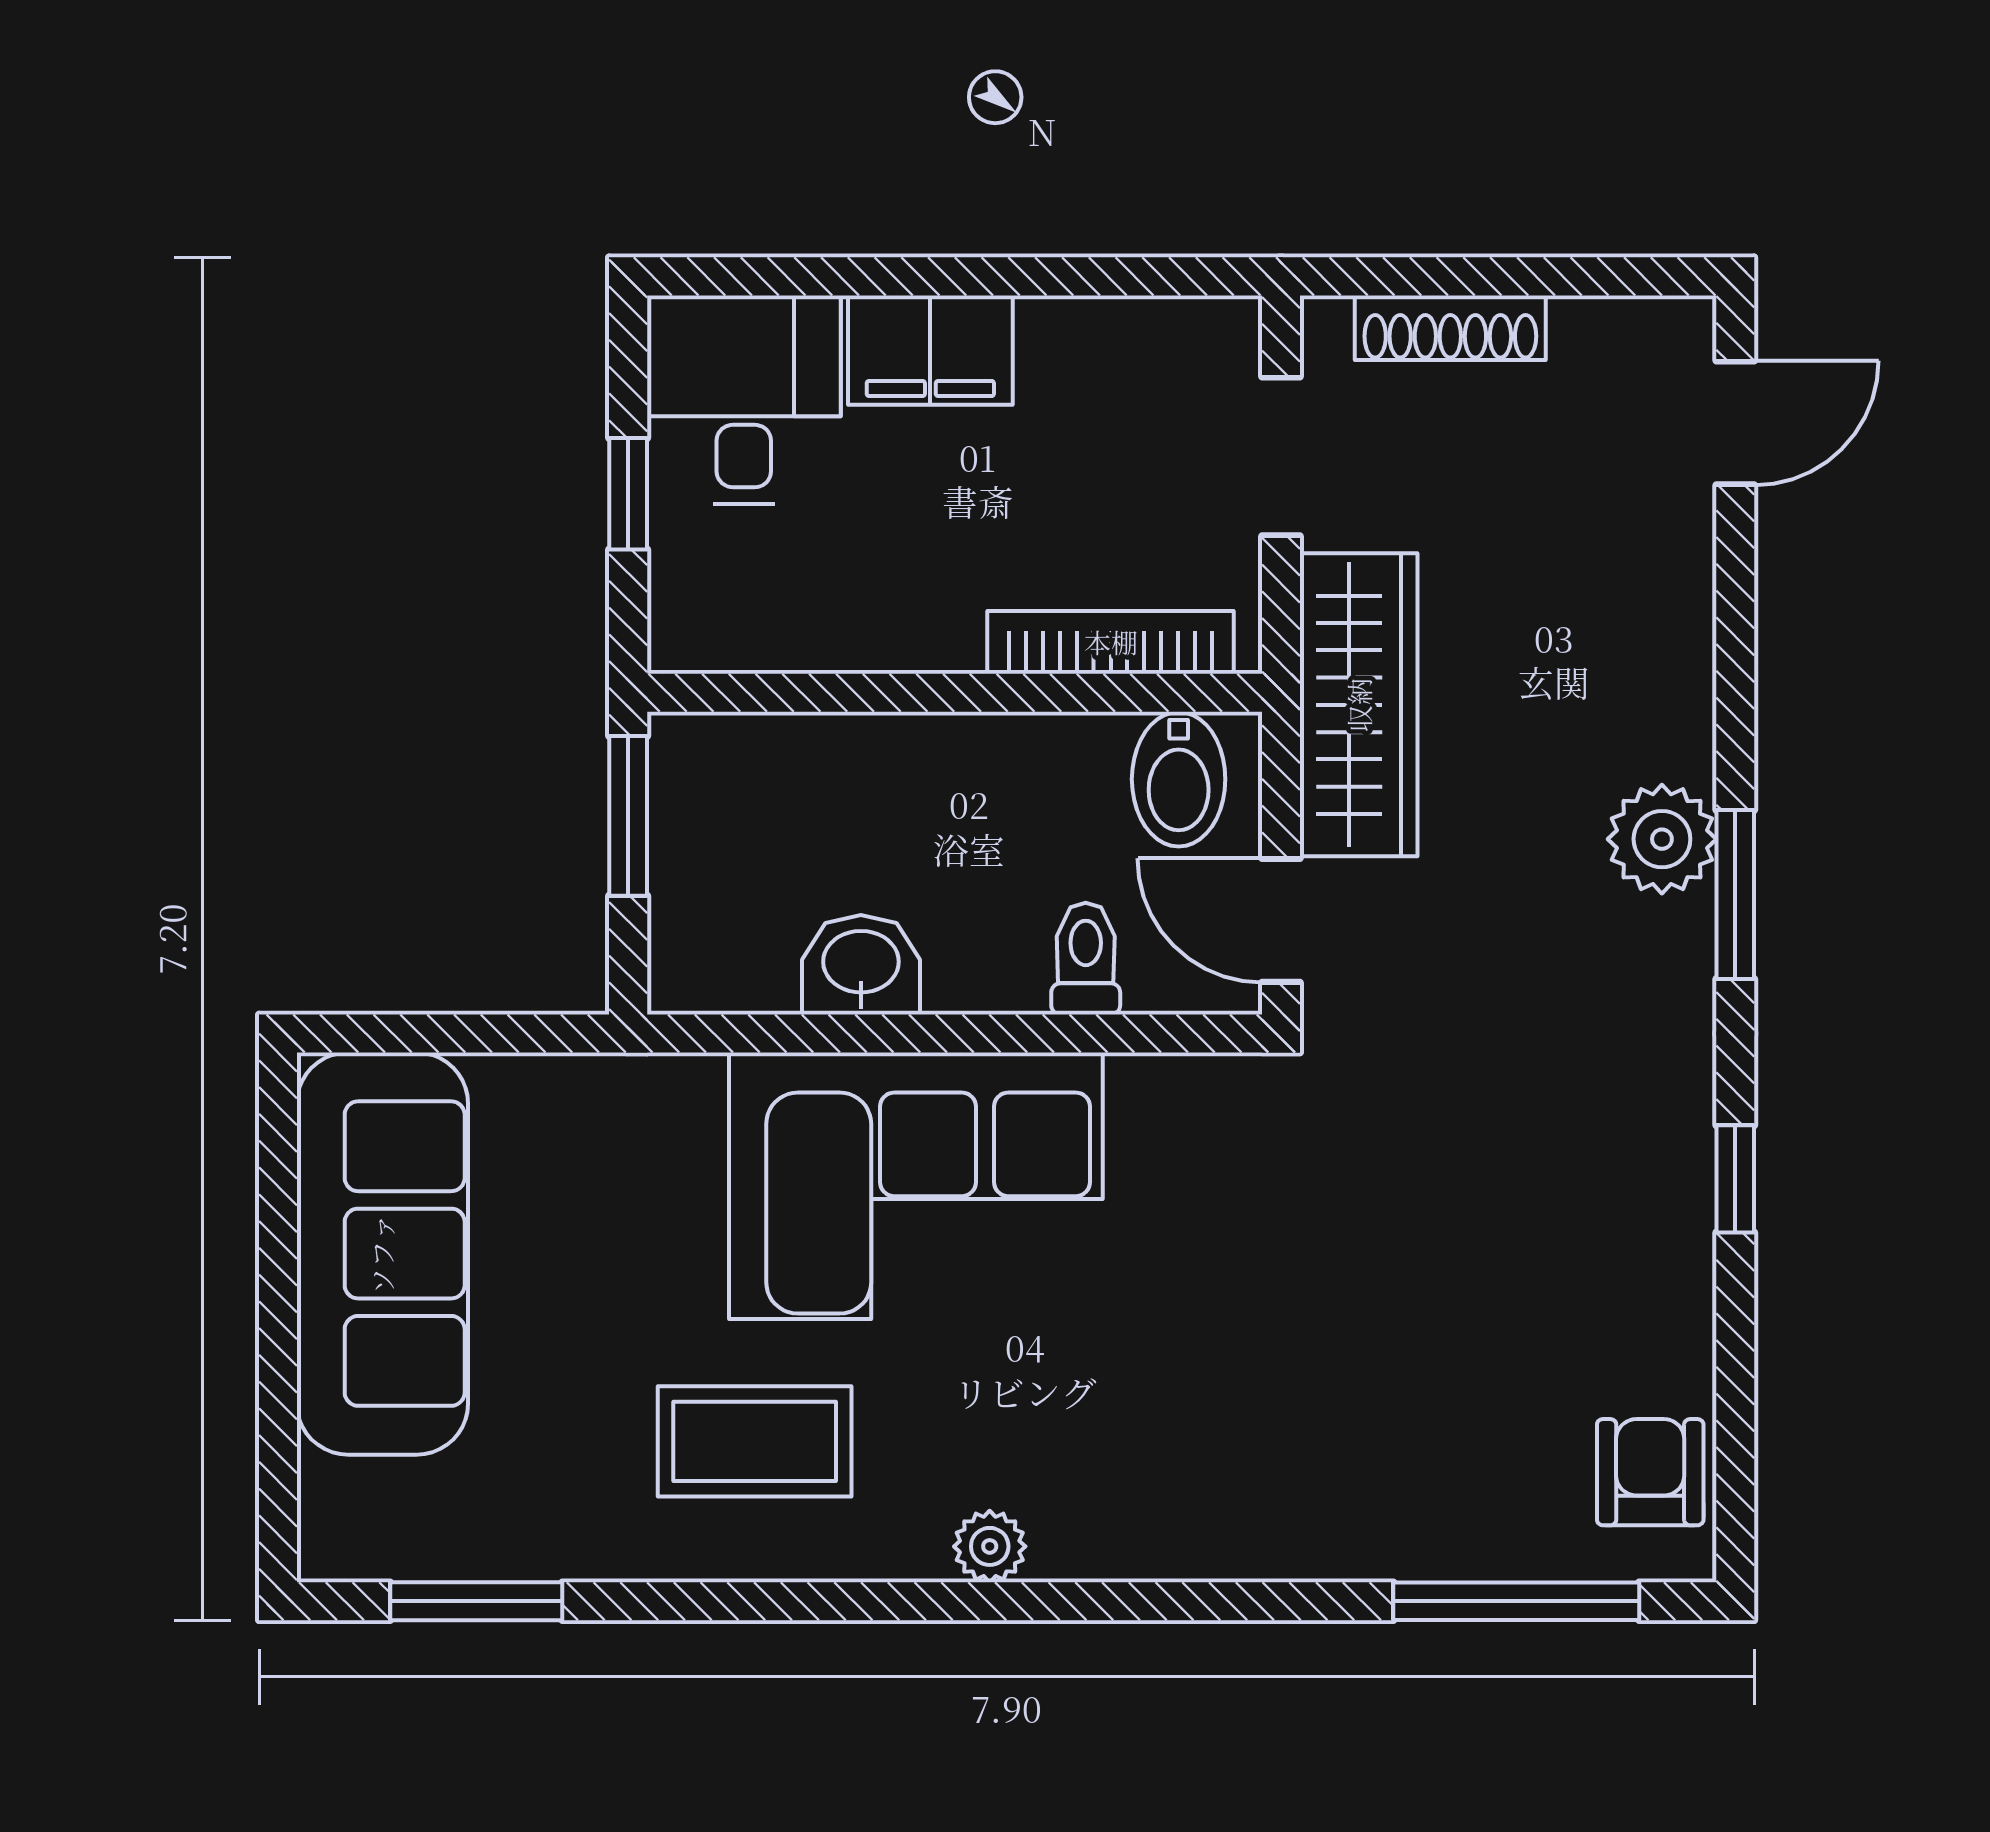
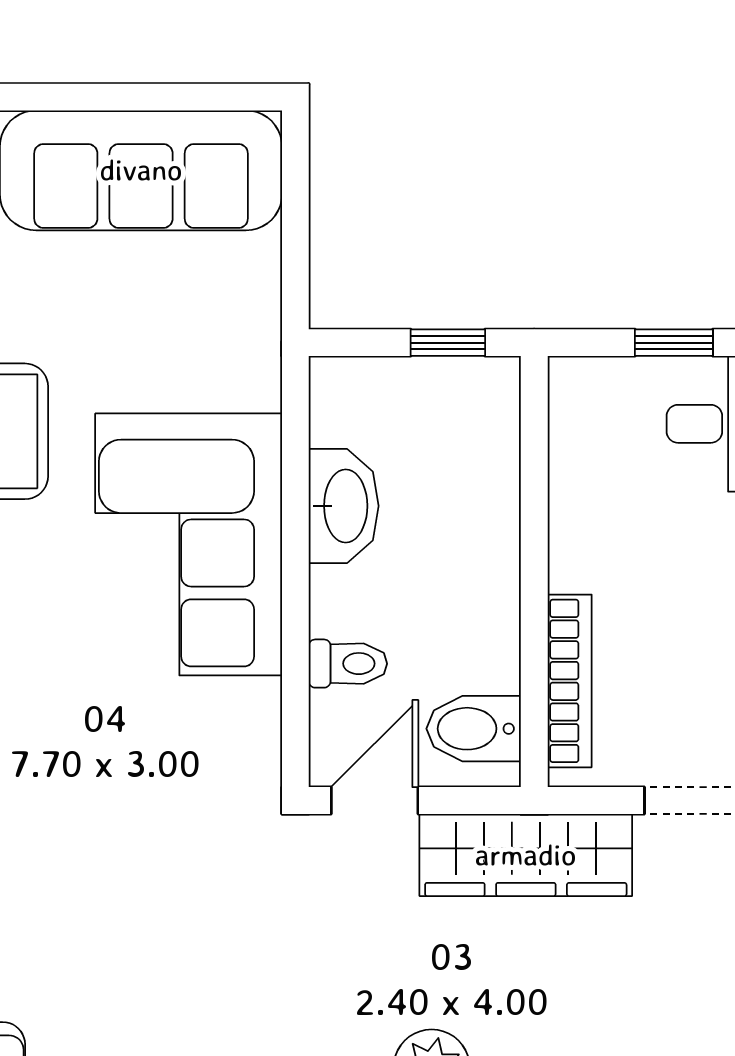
window: (628, 816) -> (448, 343), width x0.67
washbasin: (861, 965) -> (344, 506), width x1.38

